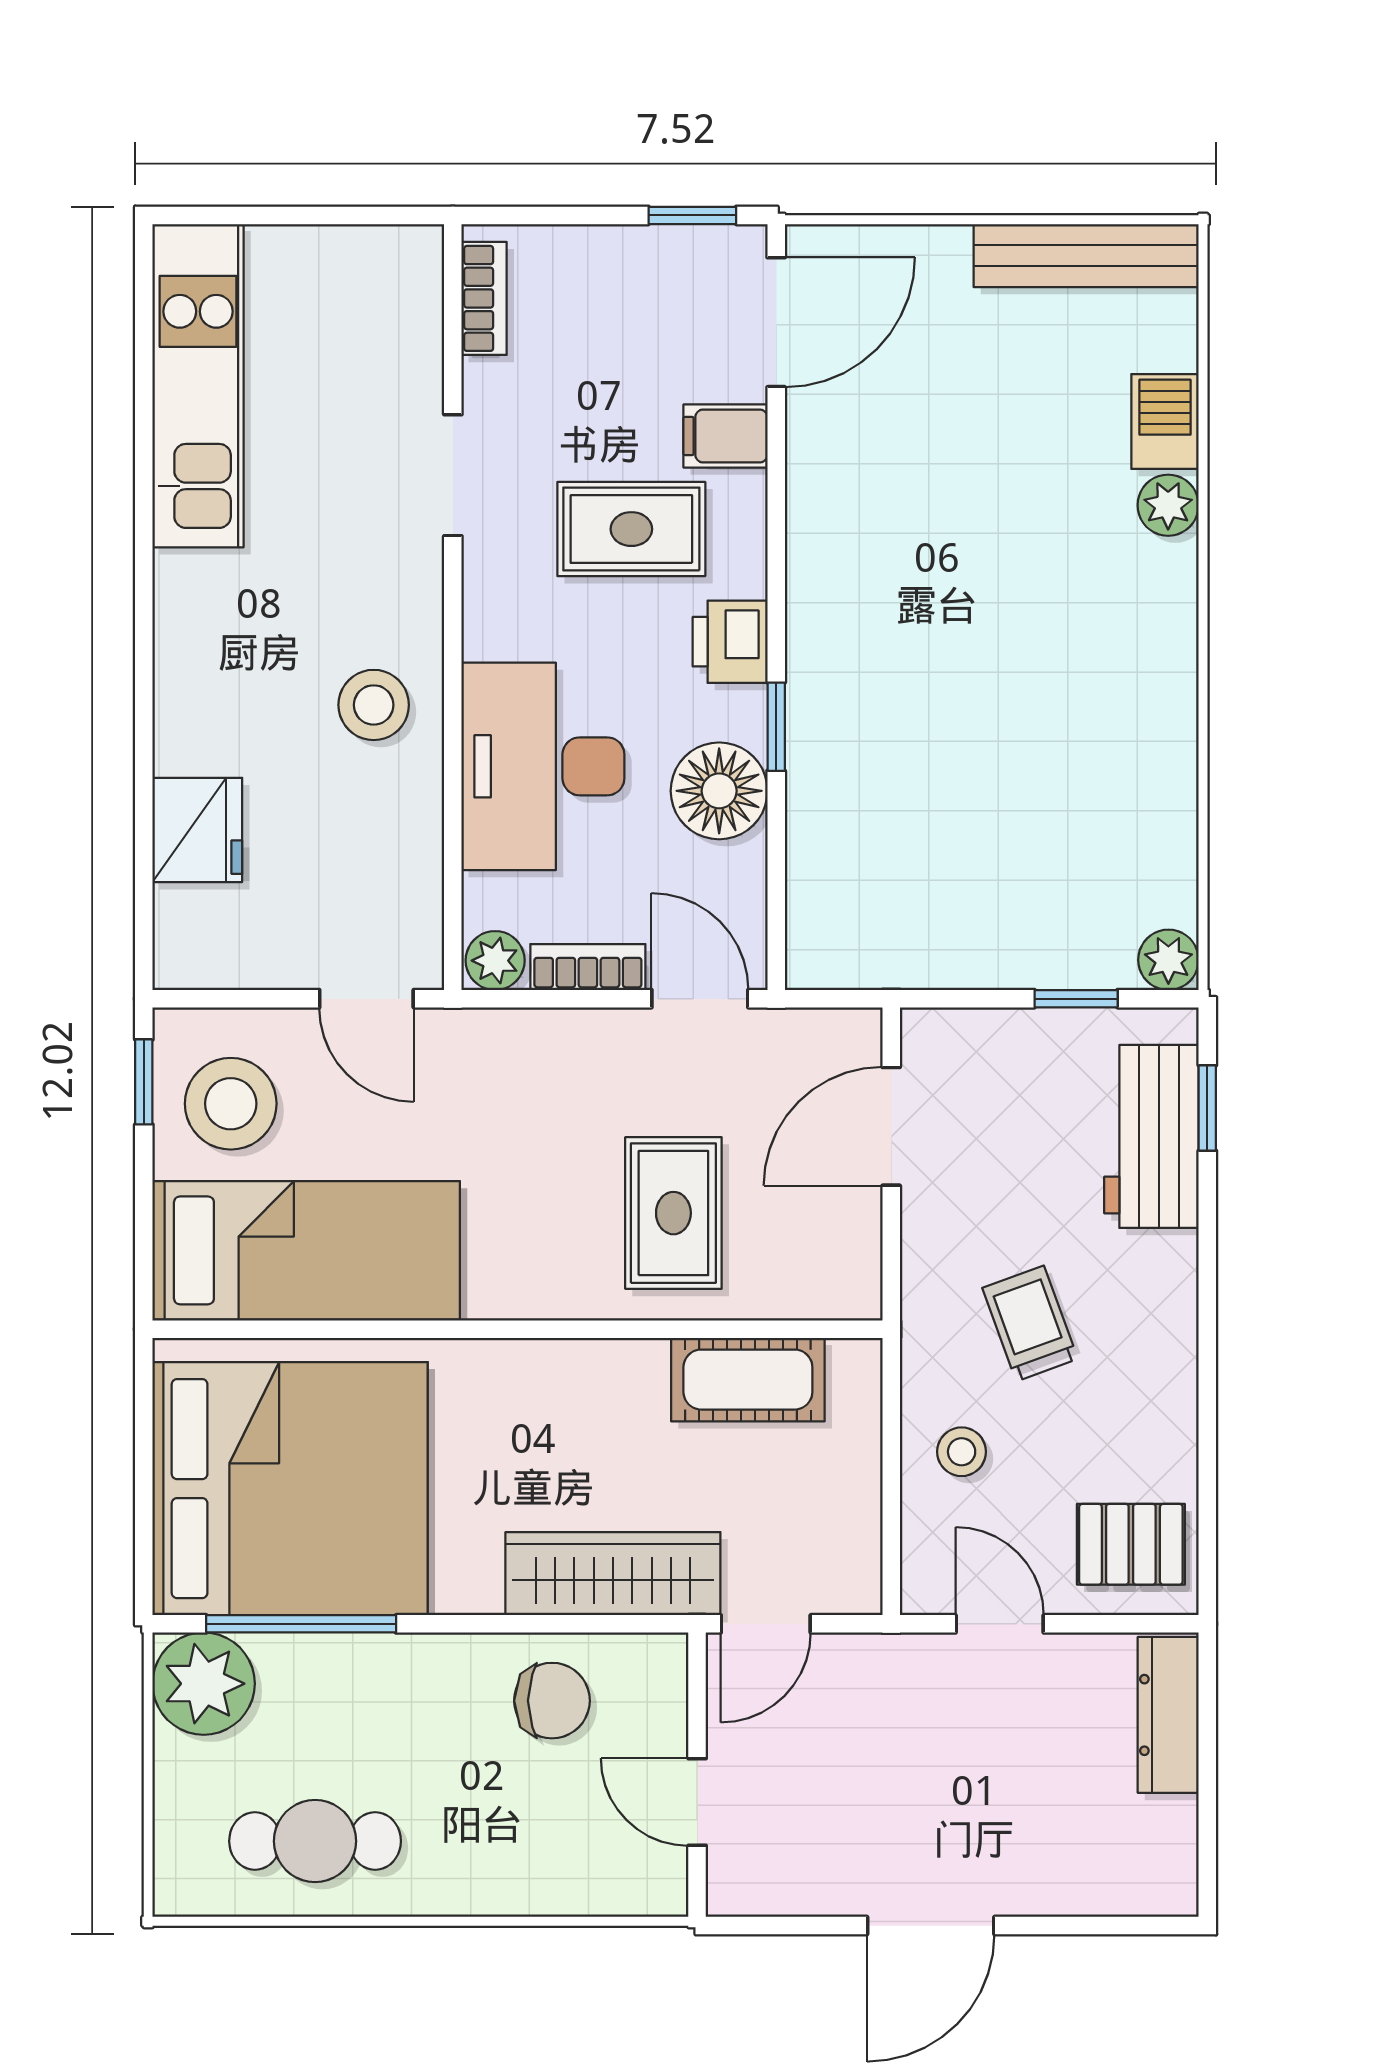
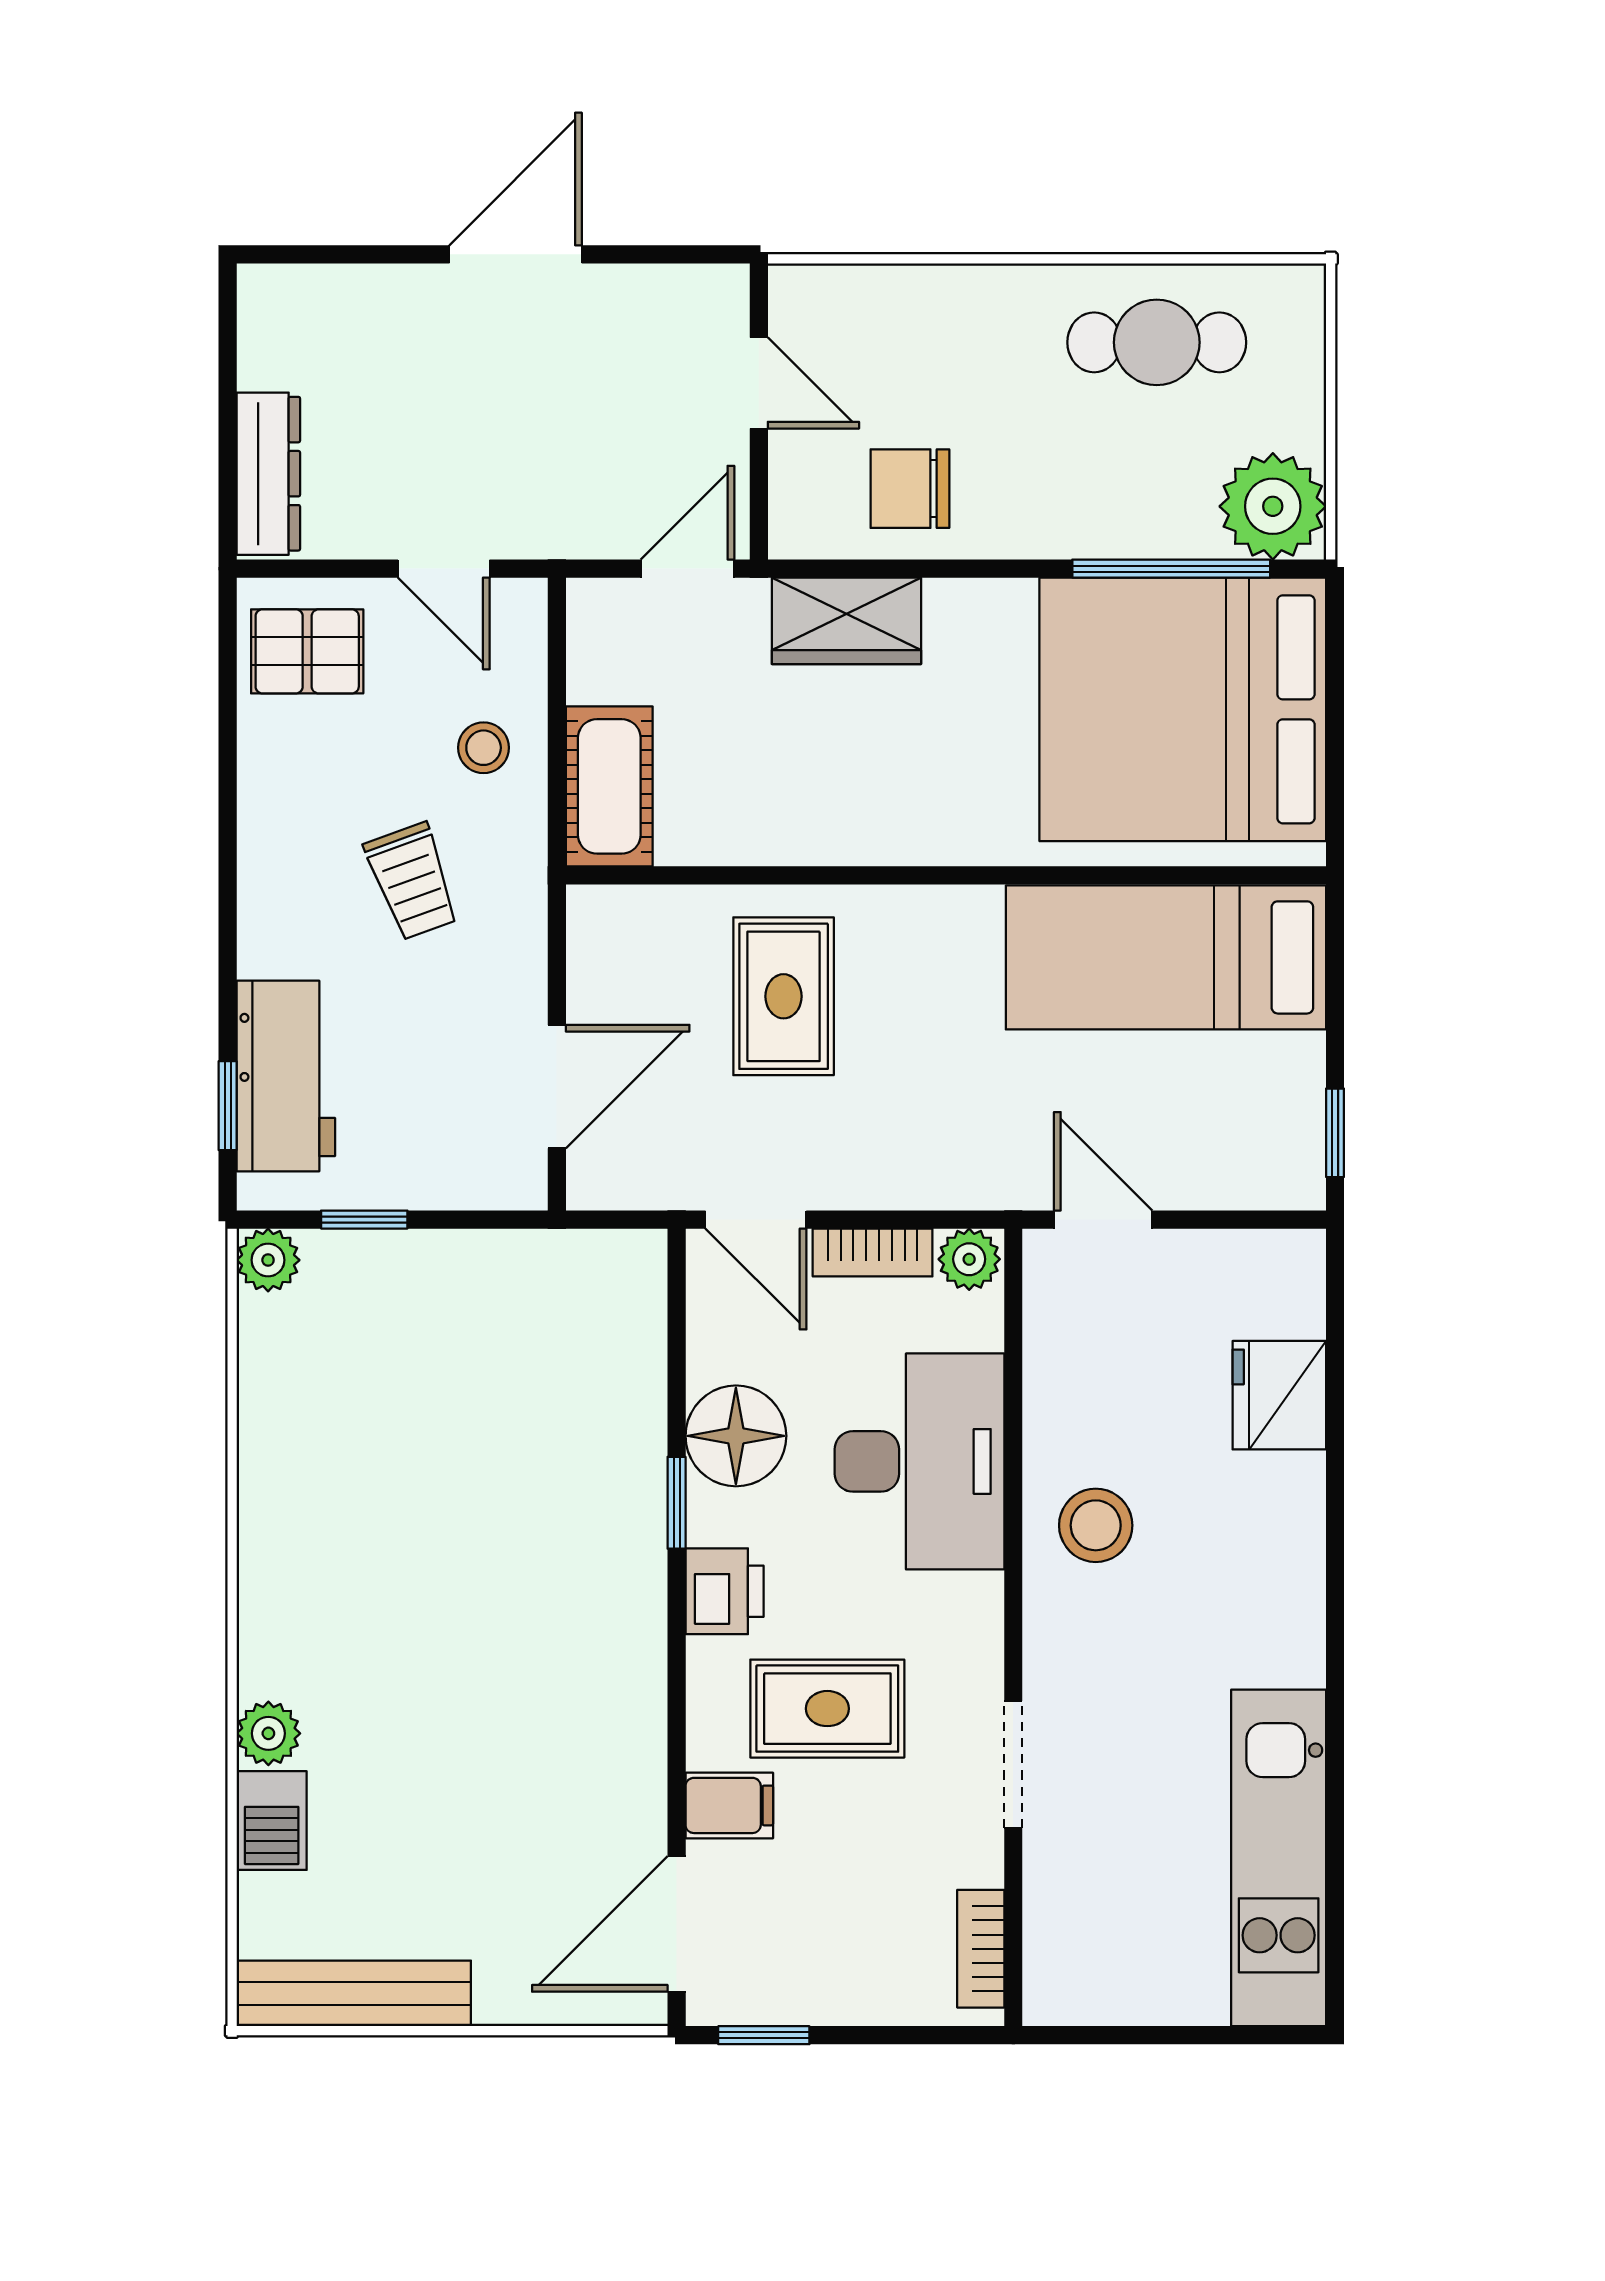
stool: (231, 1104) -> (1245, 1110), removed
cot: (748, 1380) -> (609, 786), moved, turned 90
wardrobe: (613, 1574) -> (846, 621), width x0.67

